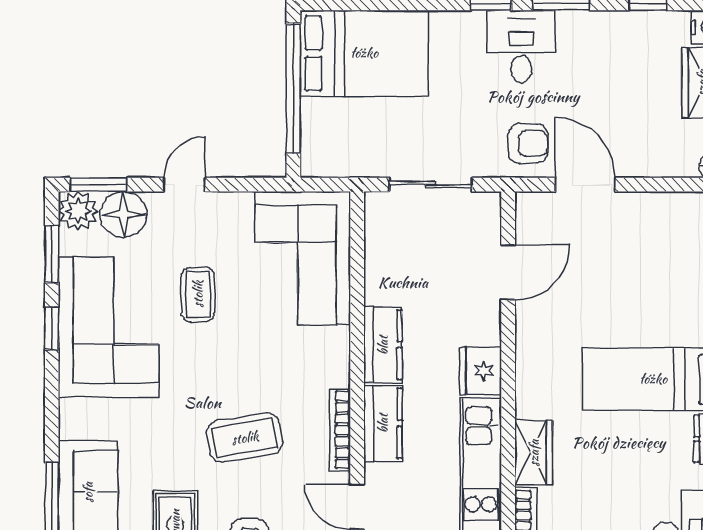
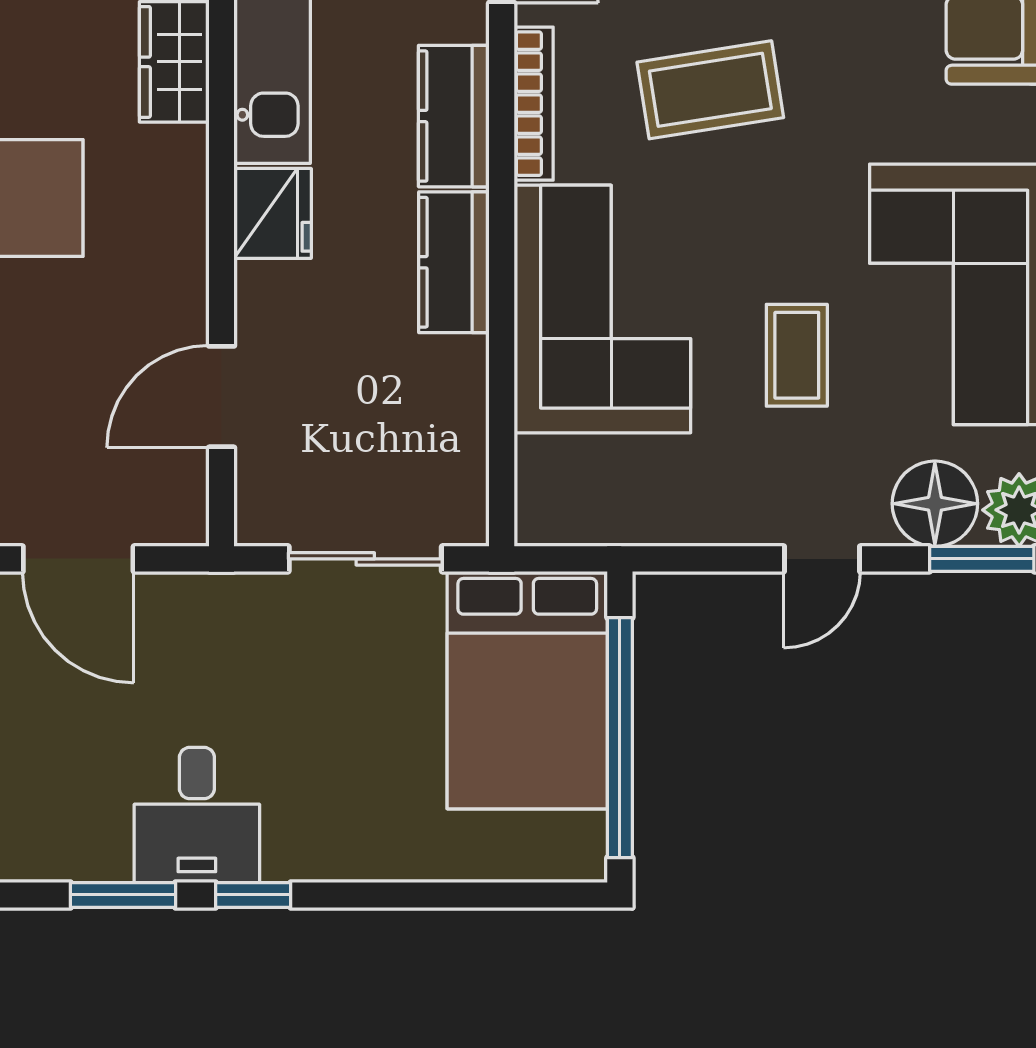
bed: (364, 53) -> (527, 690), moved, turned -90
armchair: (528, 144) -> (184, 635), removed
corner sofa: (303, 258) -> (602, 309), moved

